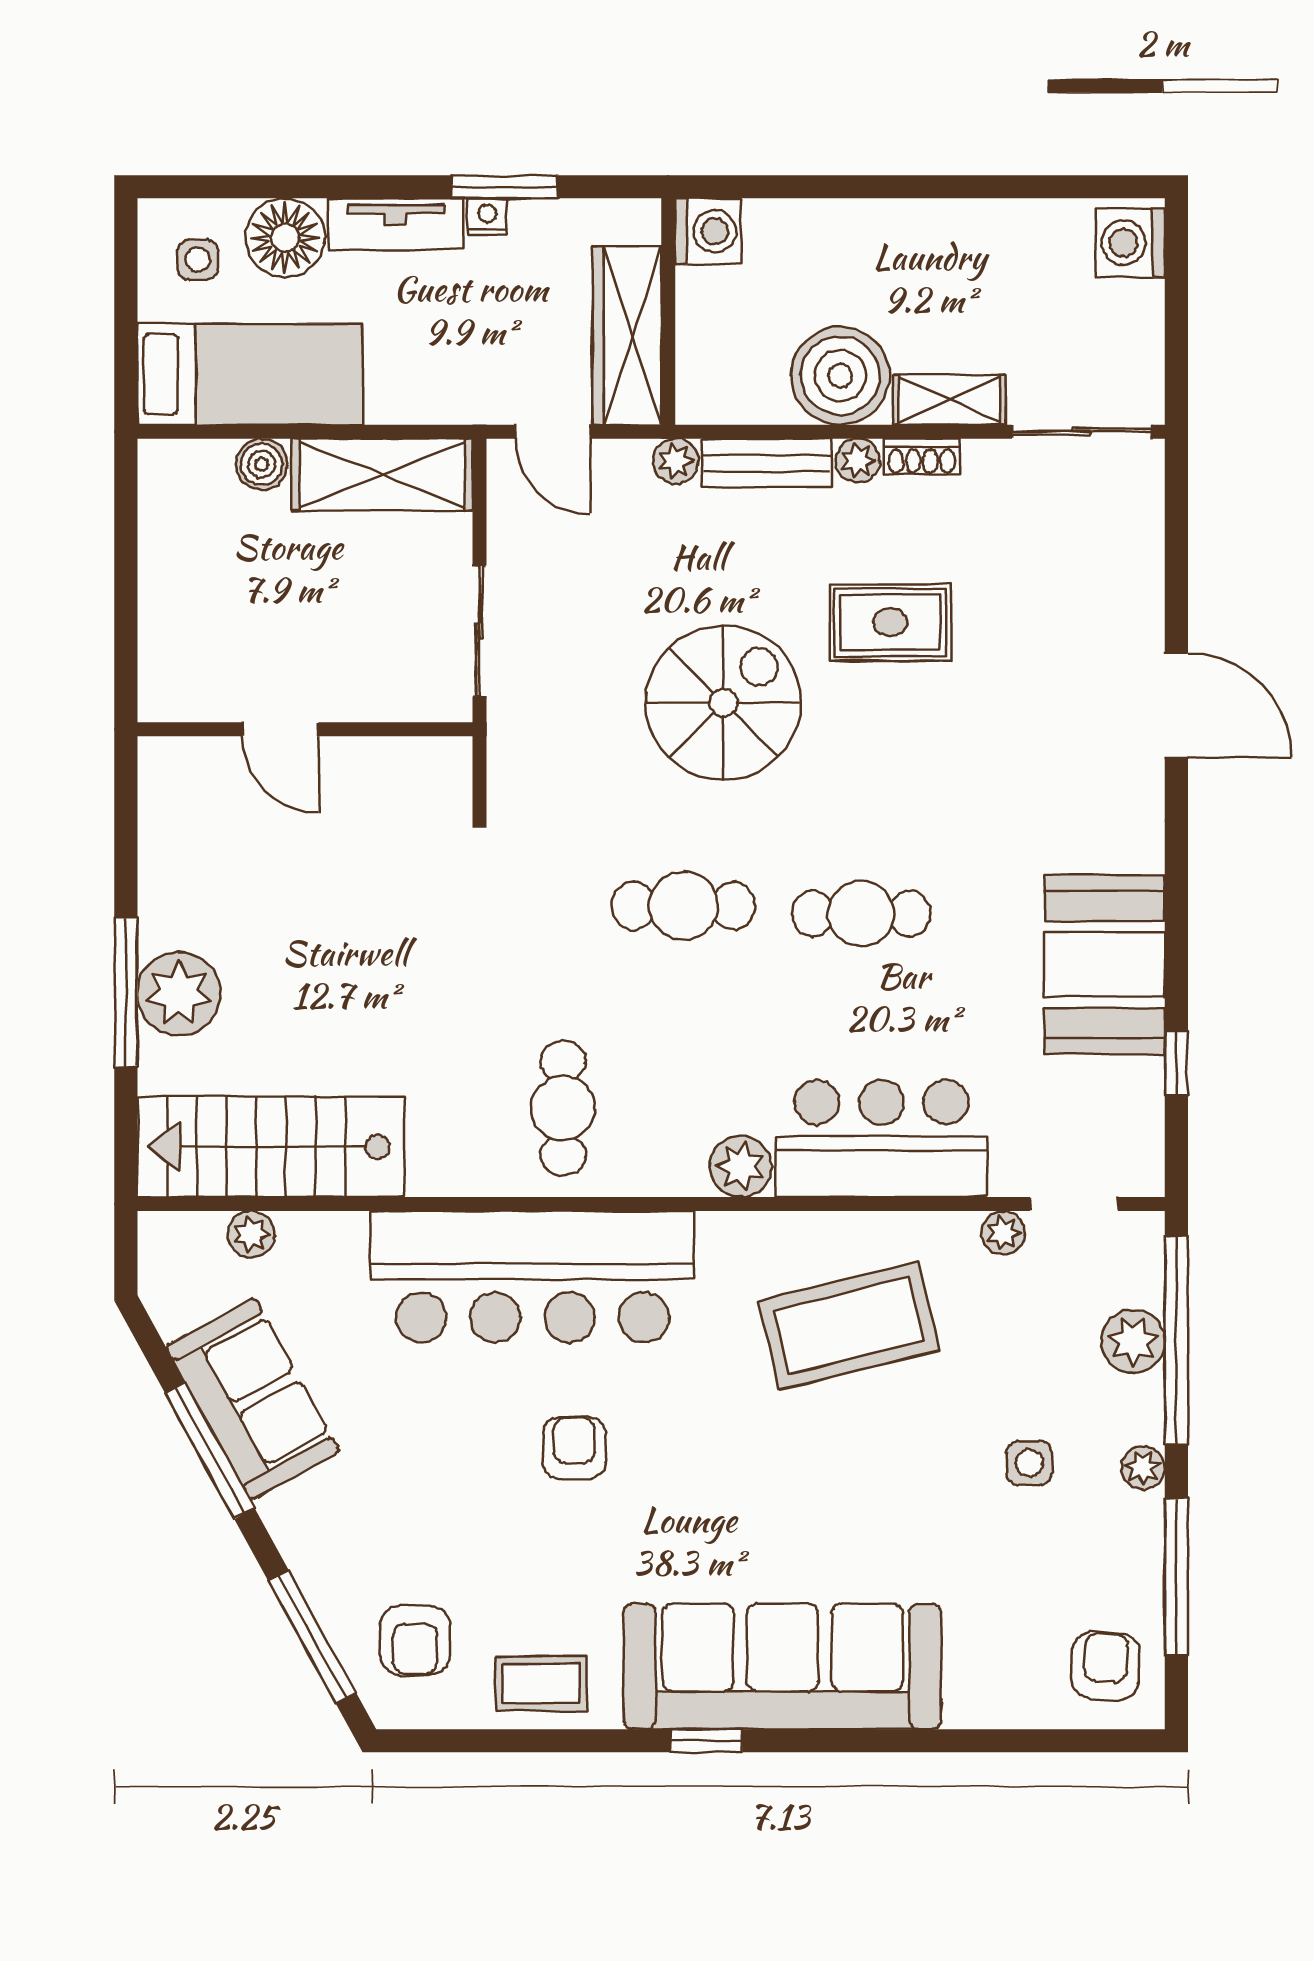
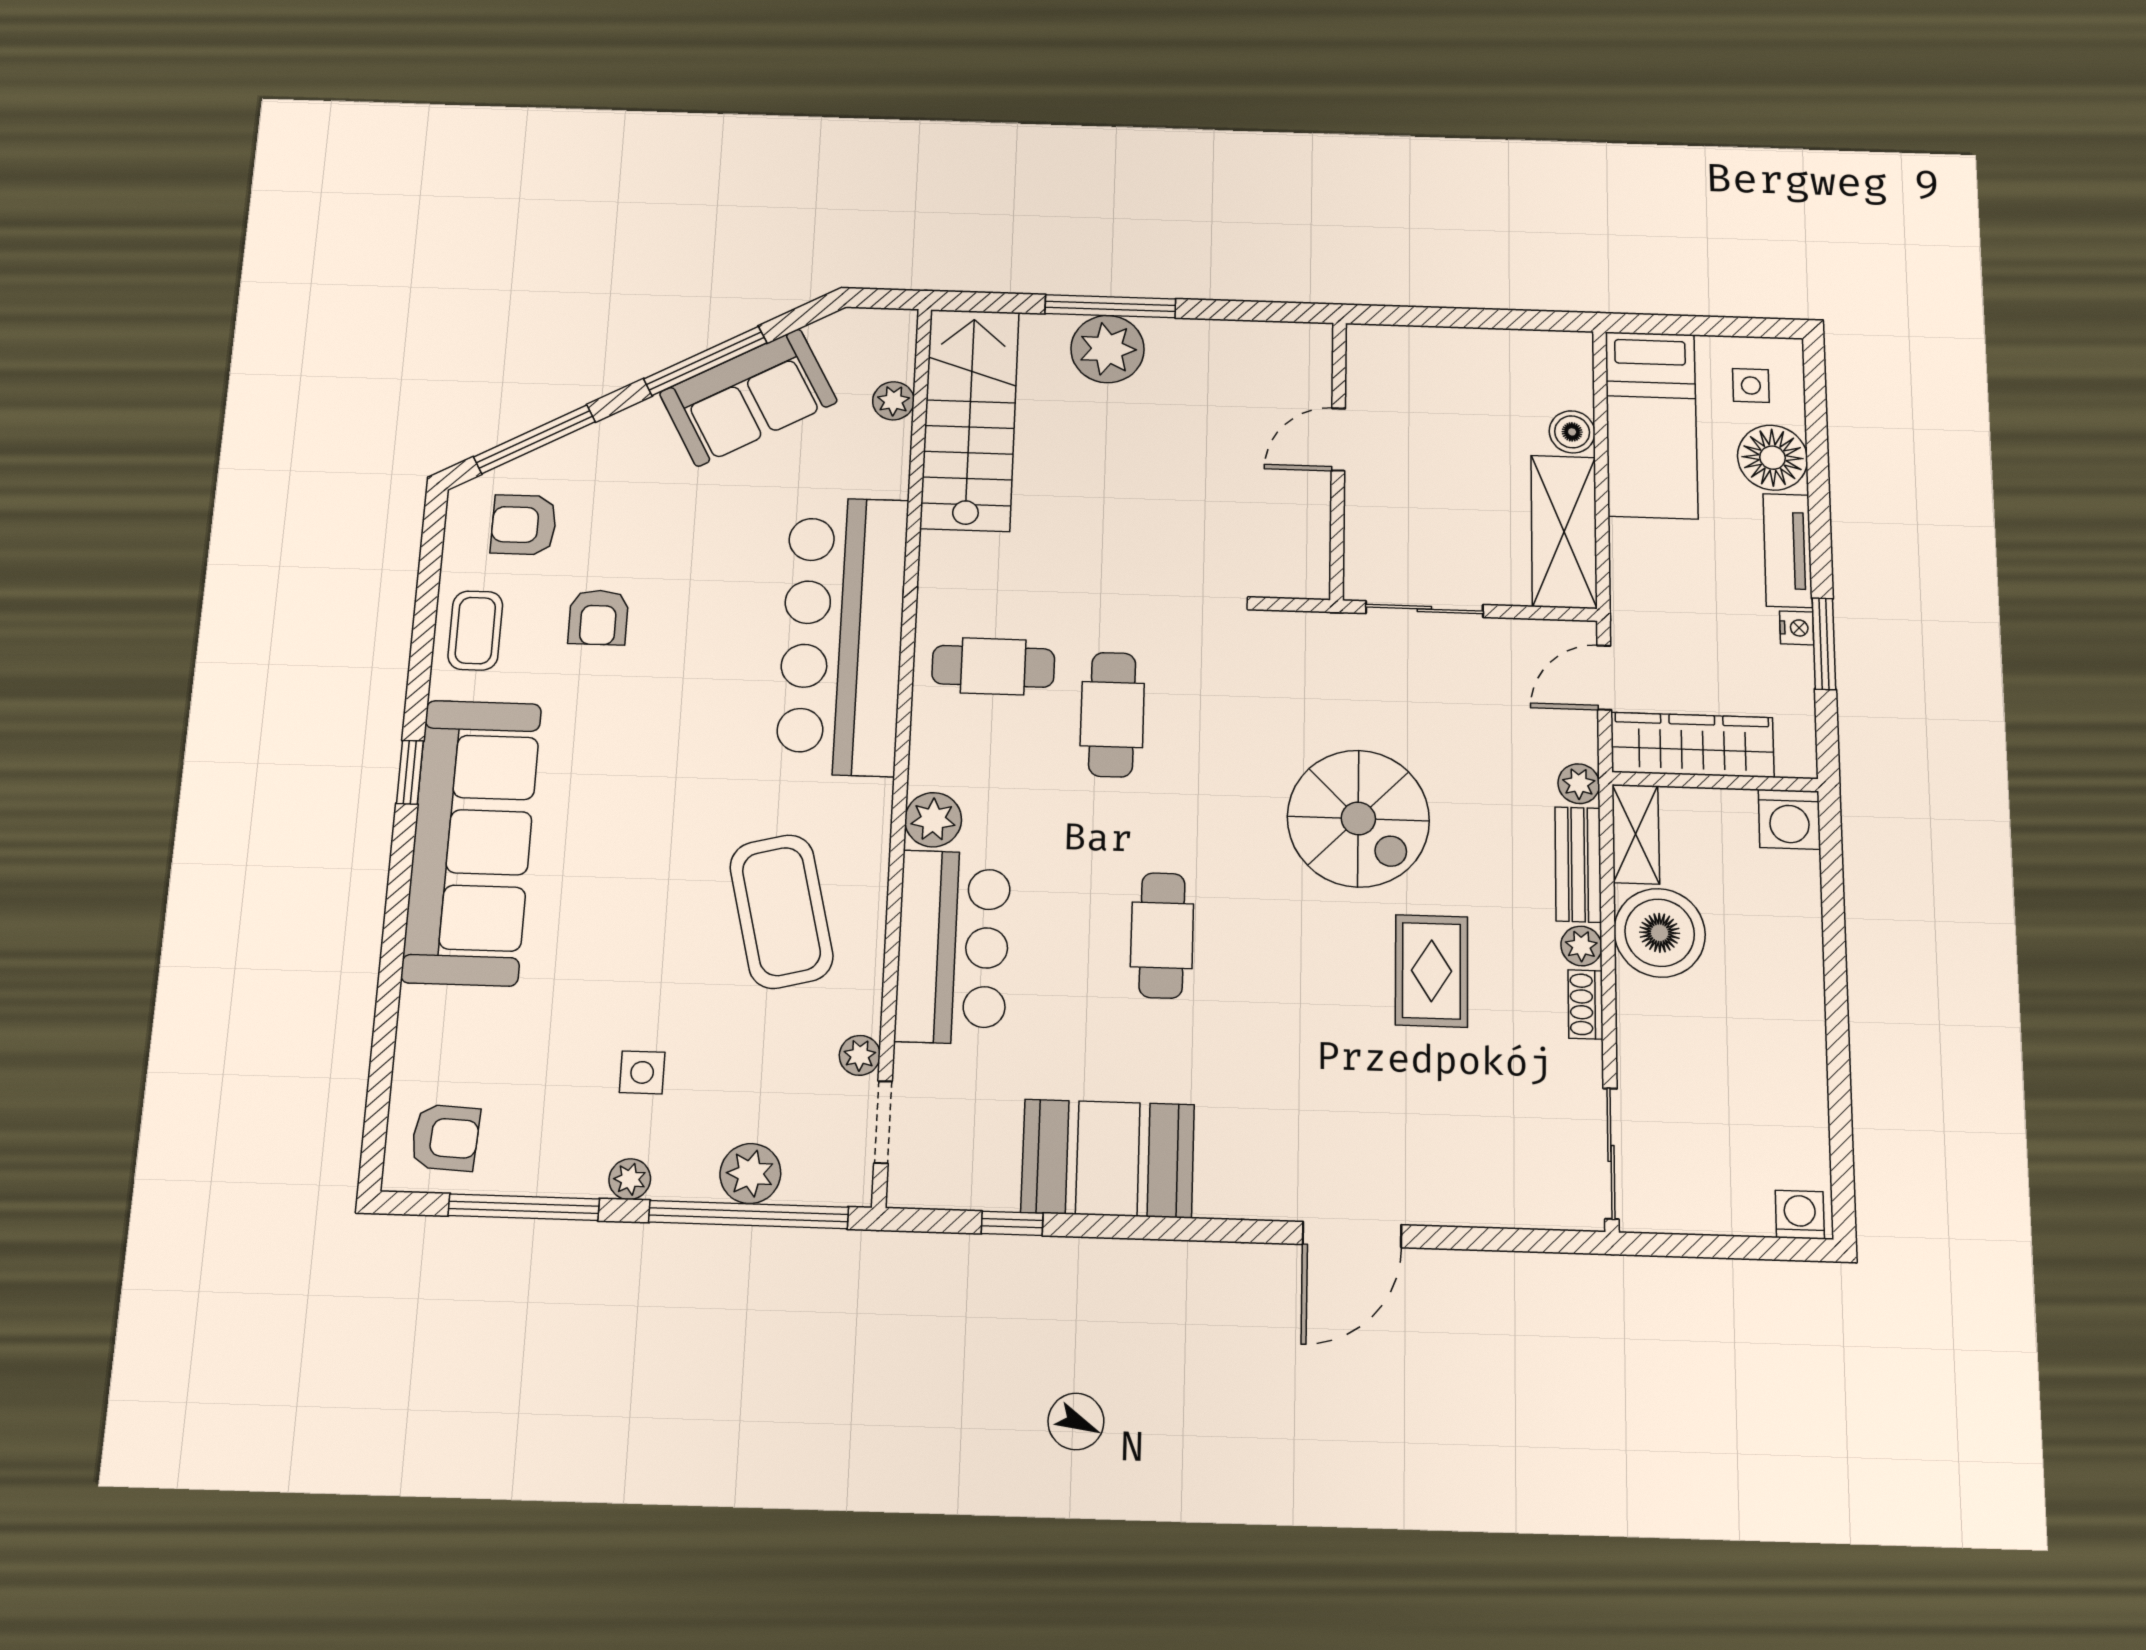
washing machine: (1130, 243) -> (1800, 1215), width x0.73, depth x0.73
shelving: (949, 400) -> (1636, 834), moved
cafe table: (683, 906) -> (1112, 715), moved
armchair: (574, 1448) -> (598, 617), moved, turned 90

